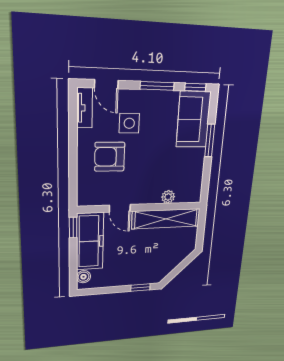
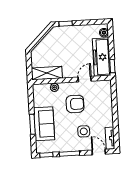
sofa: (193, 120) -> (44, 124), moved
armchair: (110, 157) -> (75, 104), moved
door: (120, 208) -> (85, 79), hinge flipped
shelving: (166, 219) -> (47, 73), width x0.68

